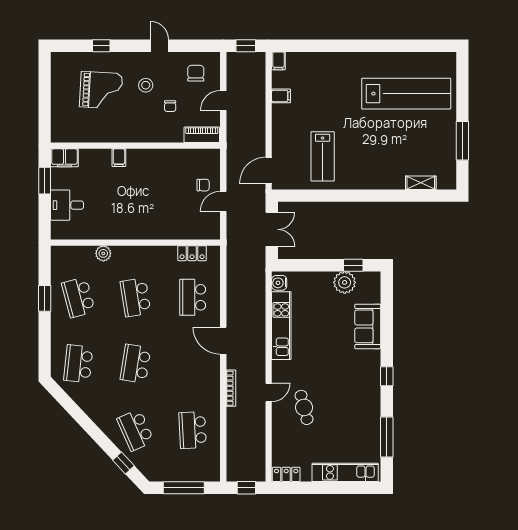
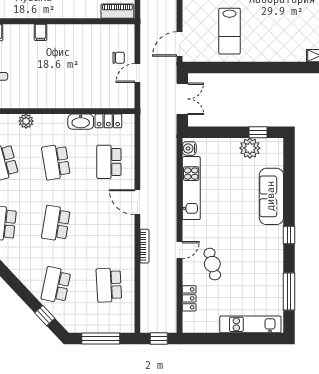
washbasin: (162, 254) -> (81, 122), added
sofa: (368, 326) -> (271, 196), width x1.36
school desk: (135, 430) -> (56, 285), turned 36
locker: (286, 474) -> (189, 298), moved, turned 90

